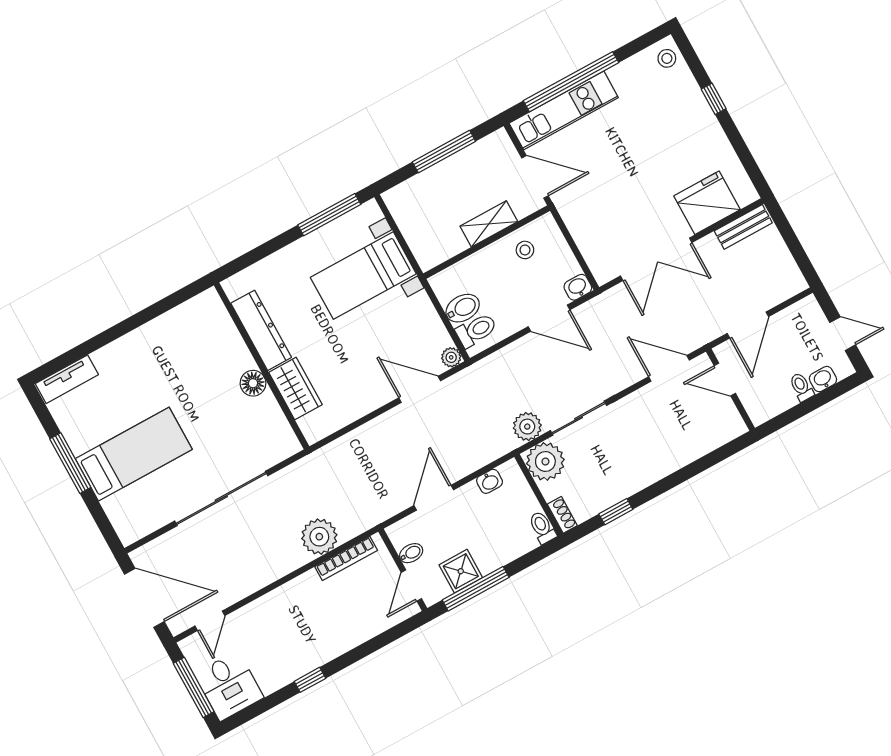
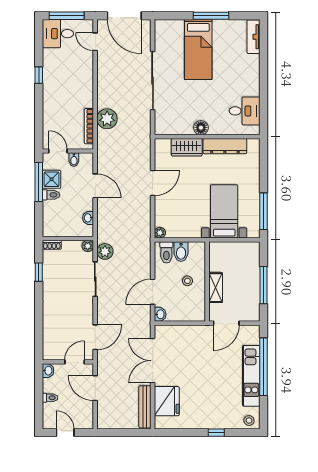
kitchen unit: (564, 110) -> (251, 376), moved
bench: (743, 227) -> (145, 407), width x1.36
stool: (525, 250) -> (187, 281), moved
desk: (190, 330) -> (245, 111), added
door: (843, 334) -> (65, 433), swing flipped
washbasin: (823, 379) -> (48, 371), moved
door: (420, 389) -> (153, 183), moved
plant: (545, 461) -> (88, 246), width x0.53, depth x0.53
toilet: (542, 527) -> (51, 195), moved
door: (144, 598) -> (124, 16), hinge flipped

